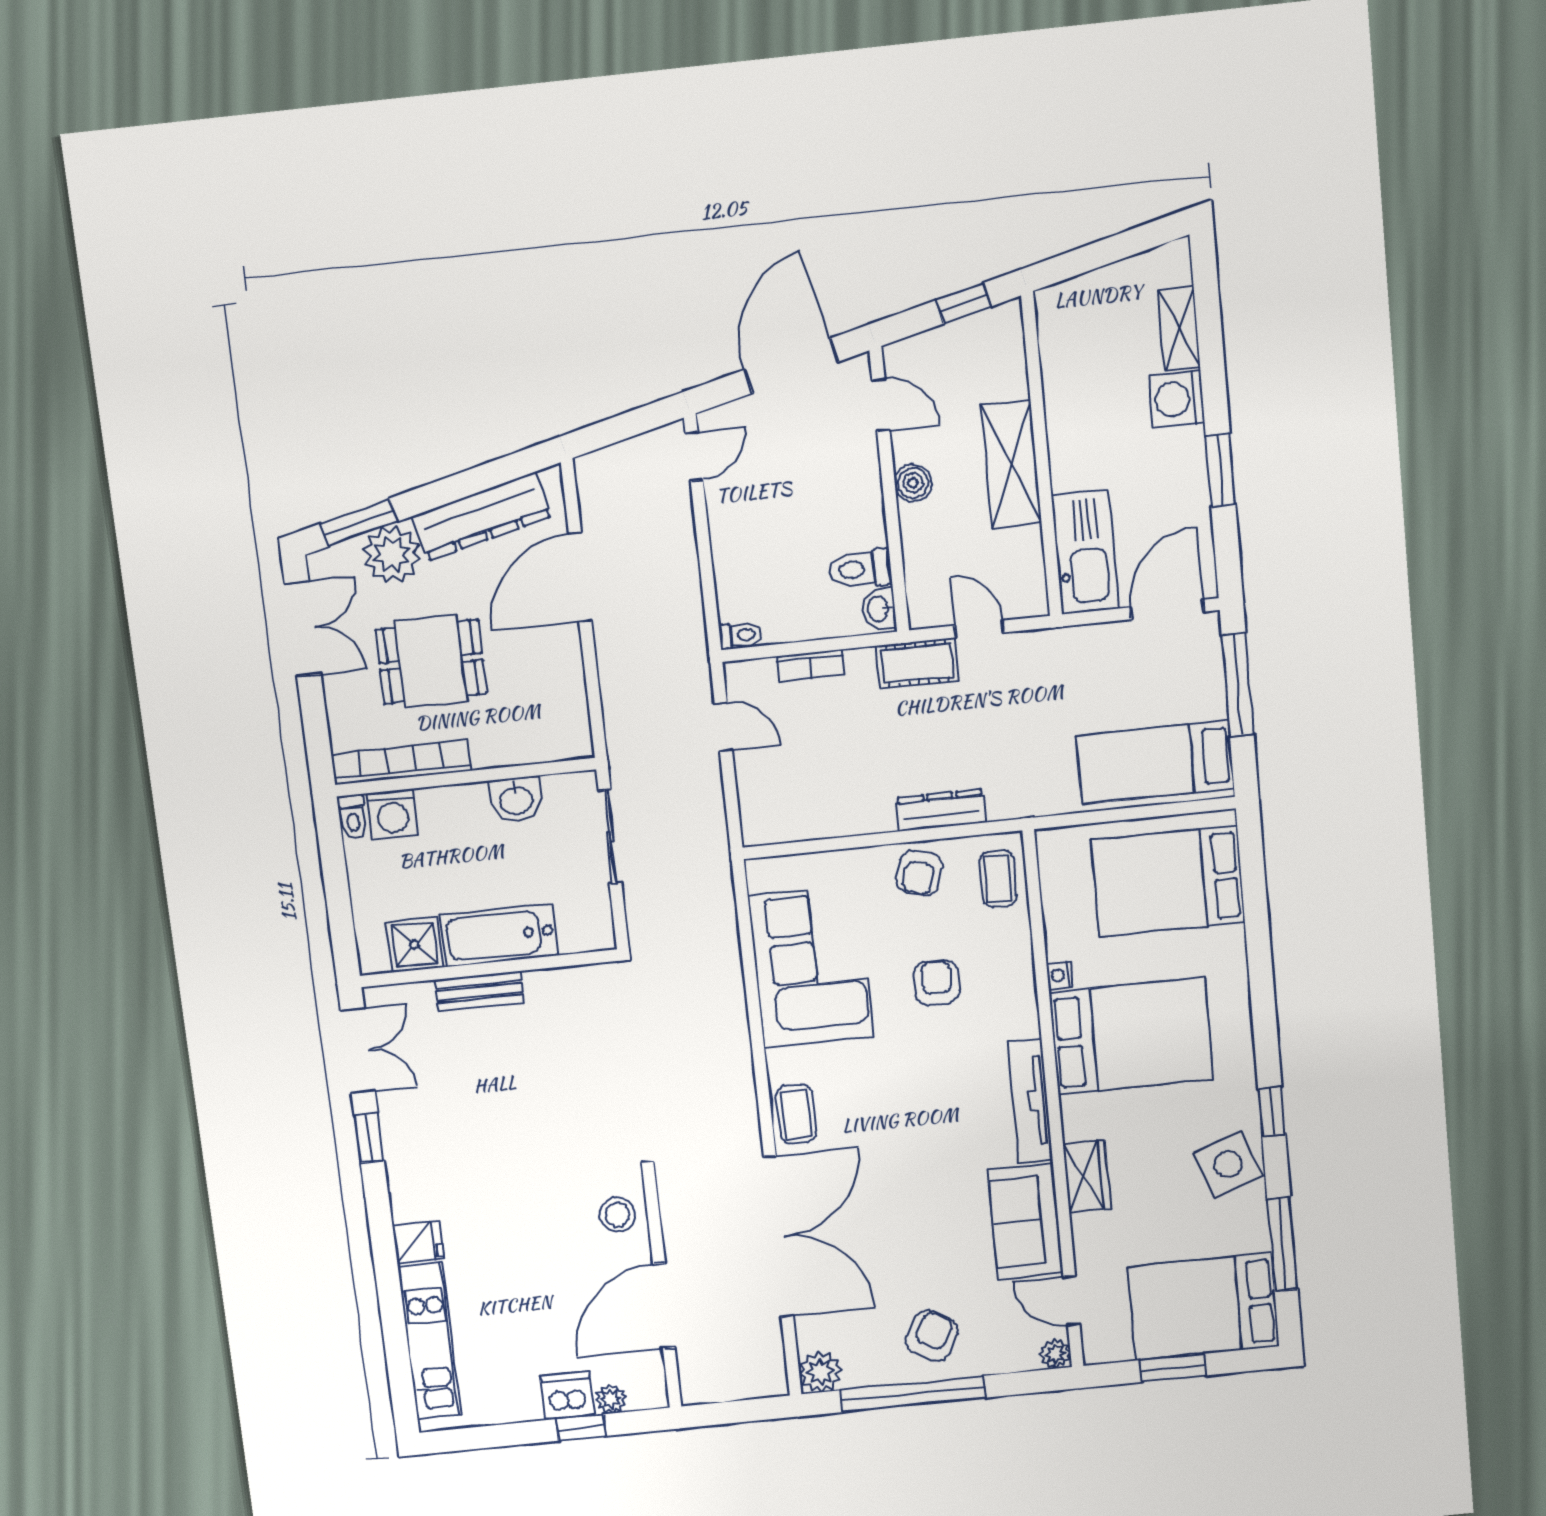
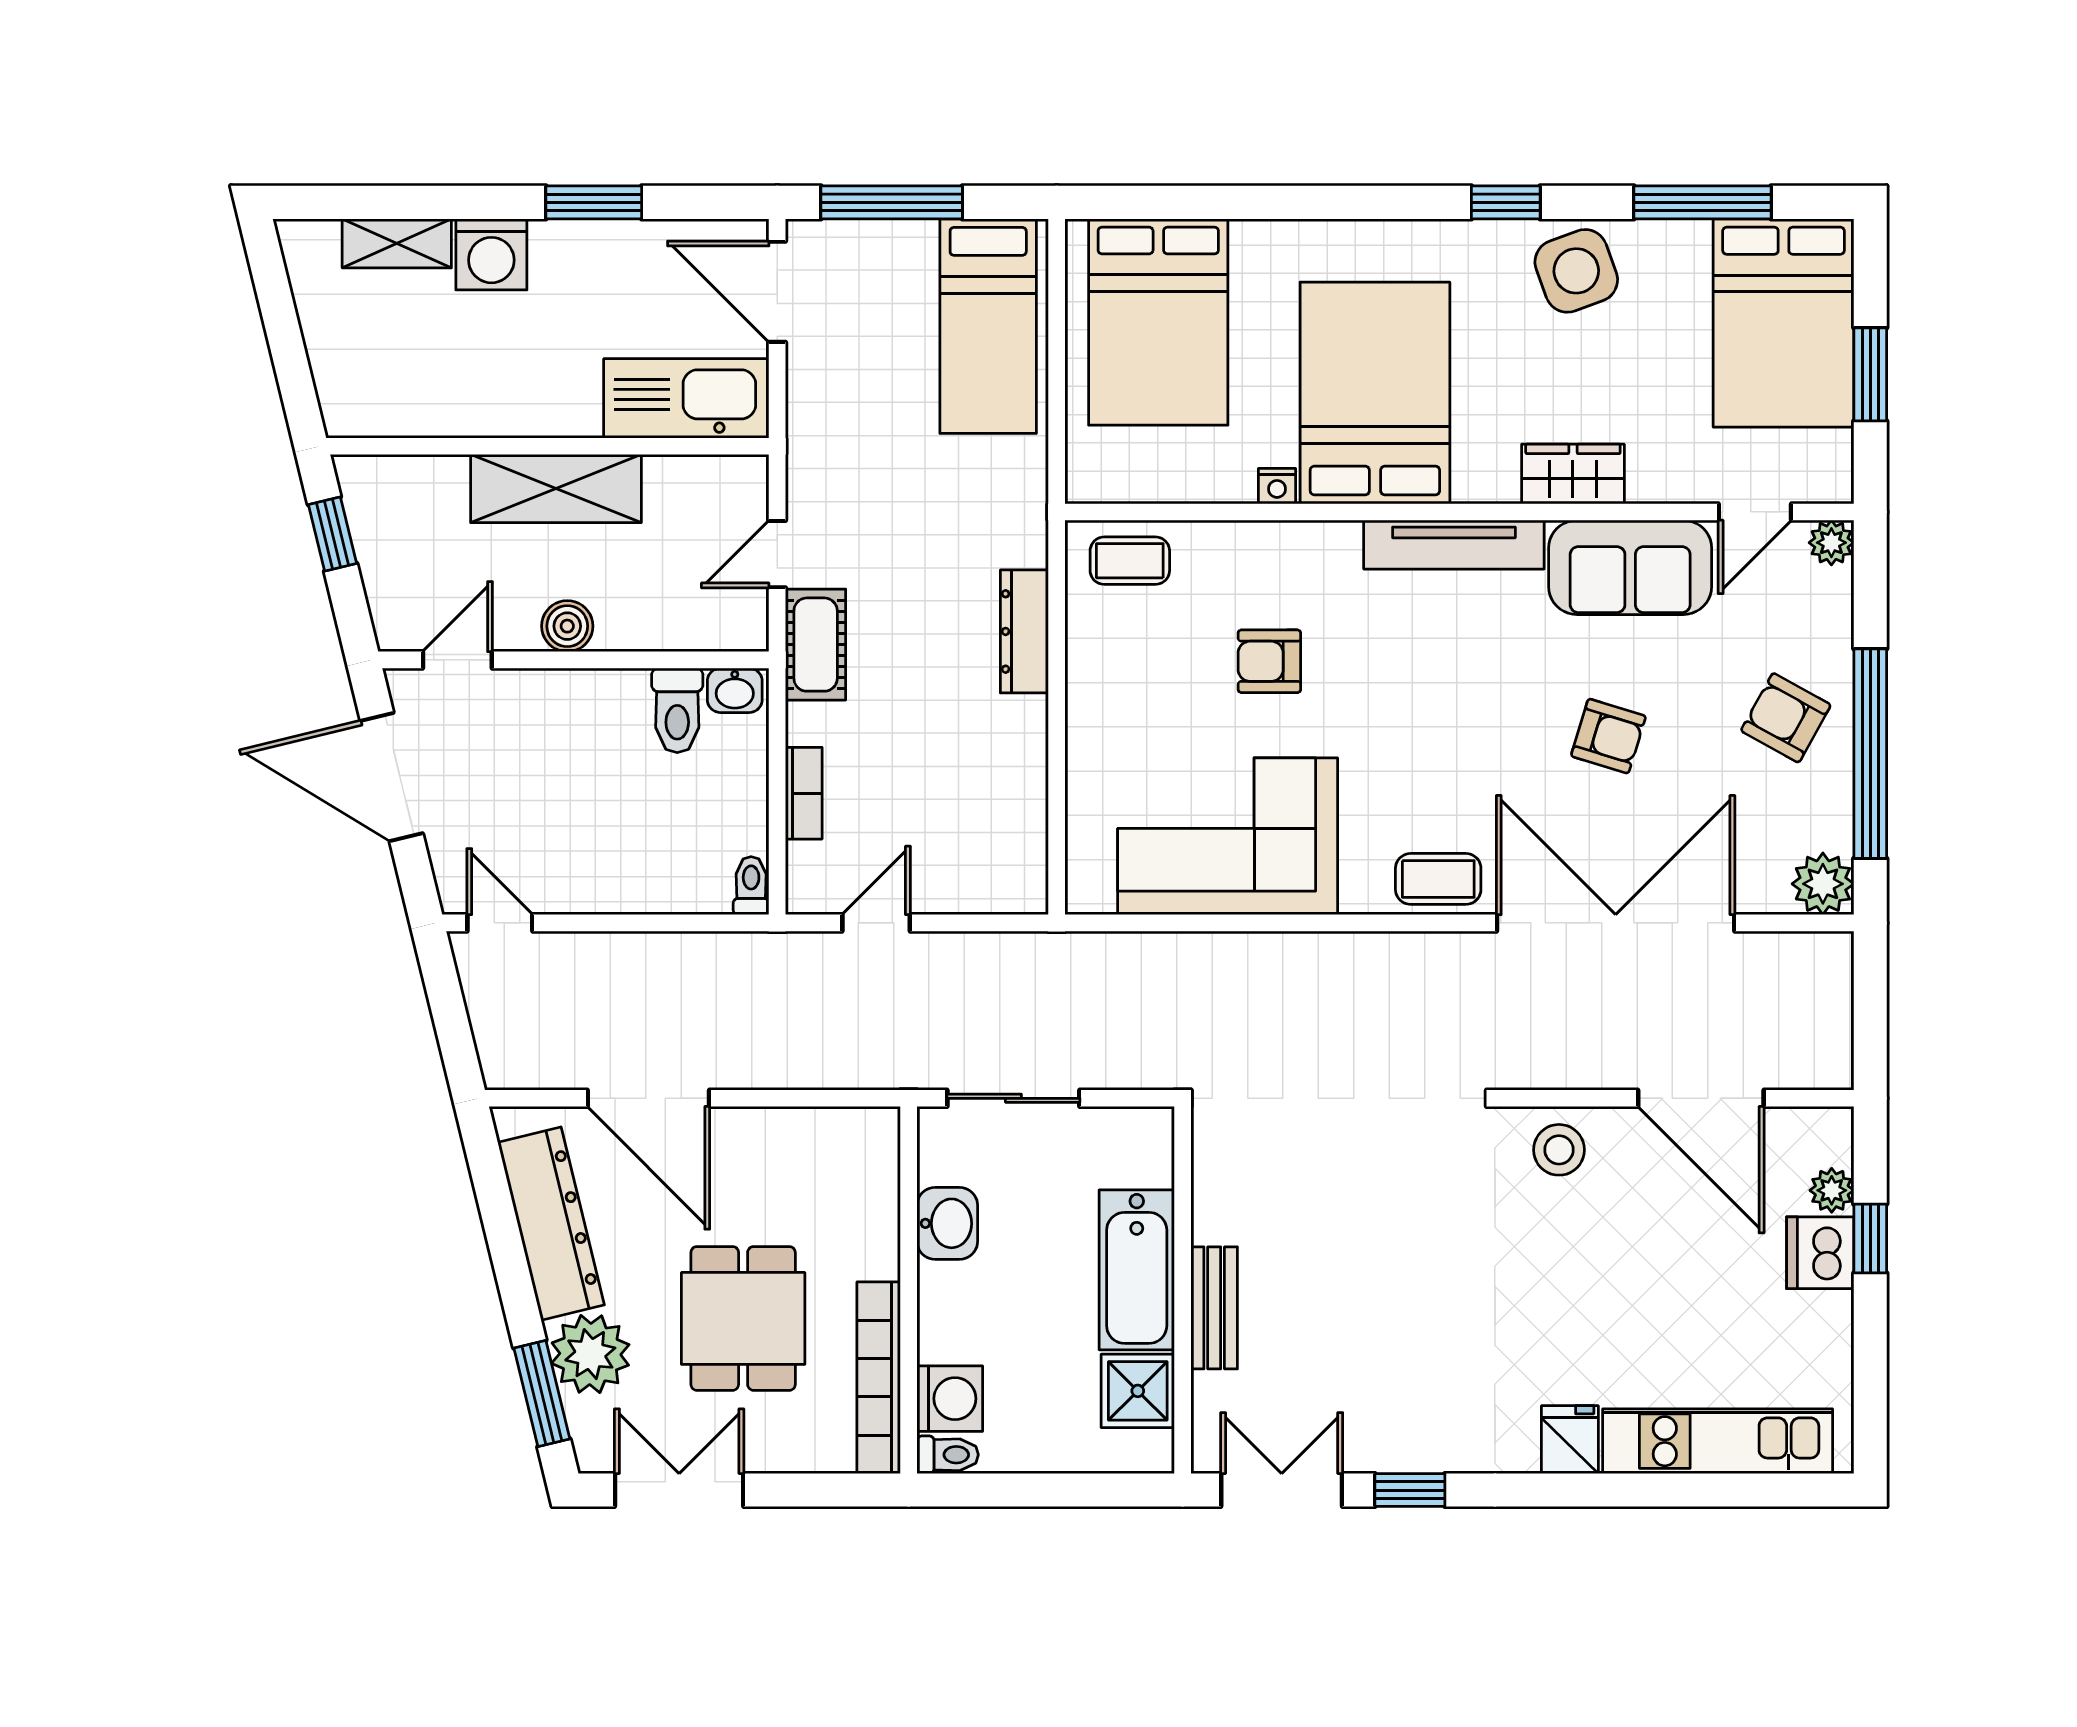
armchair: (919, 873) -> (1608, 736), moved

